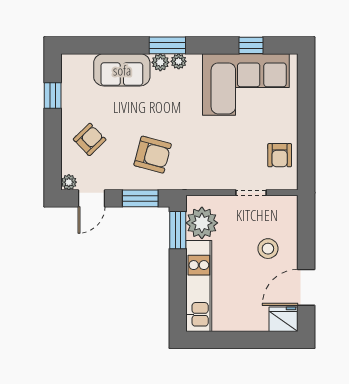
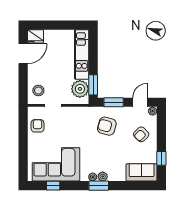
sofa: (122, 70) -> (142, 172), moved
stool: (268, 249) -> (38, 91), moved

